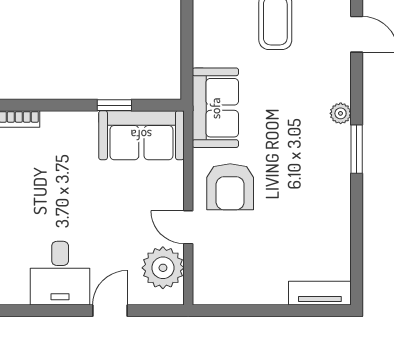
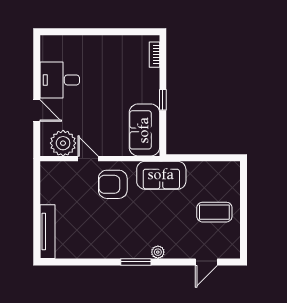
window: (114, 105) -> (163, 100), moved
door: (188, 227) -> (88, 159), hinge flipped
tv unit: (320, 293) -> (47, 232), width x1.41

